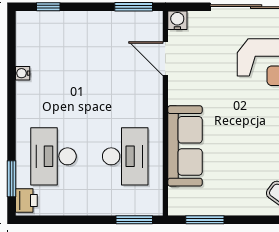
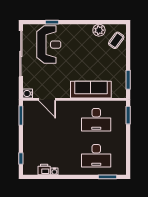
door: (165, 59) -> (47, 99), hinge flipped
desk: (125, 156) -> (96, 120), turned 180
printer: (26, 201) -> (44, 169), moved

